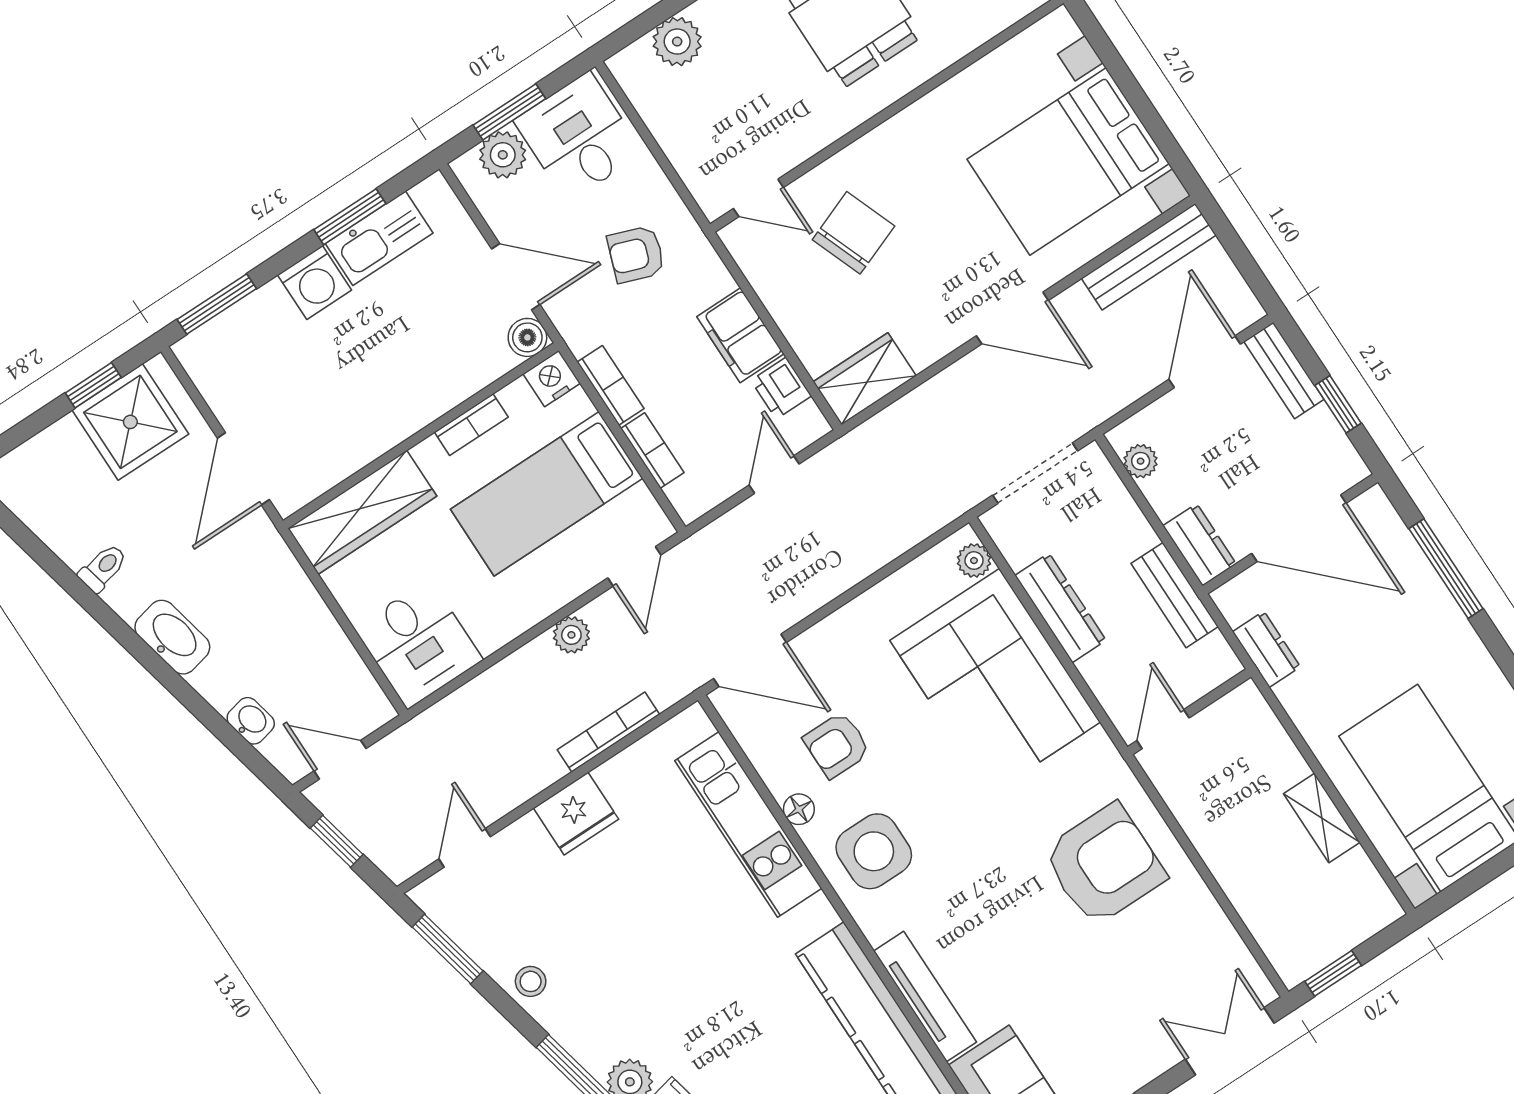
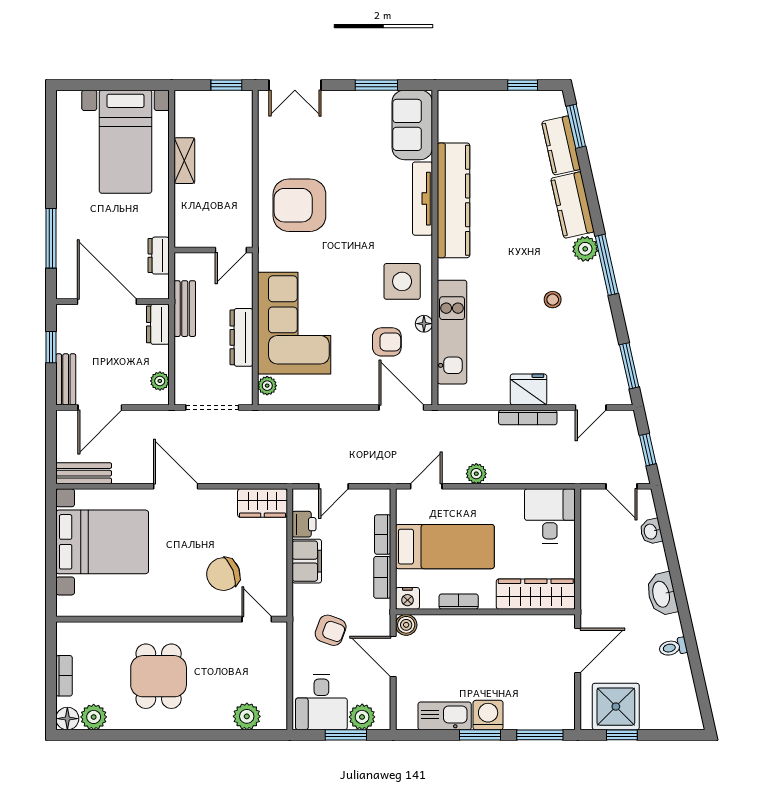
window: (350, 217) -> (480, 735), moved
bench: (1149, 257) -> (84, 473), width x0.73
bookcase: (608, 732) -> (528, 417), moved
stool: (531, 981) -> (553, 300), moved

